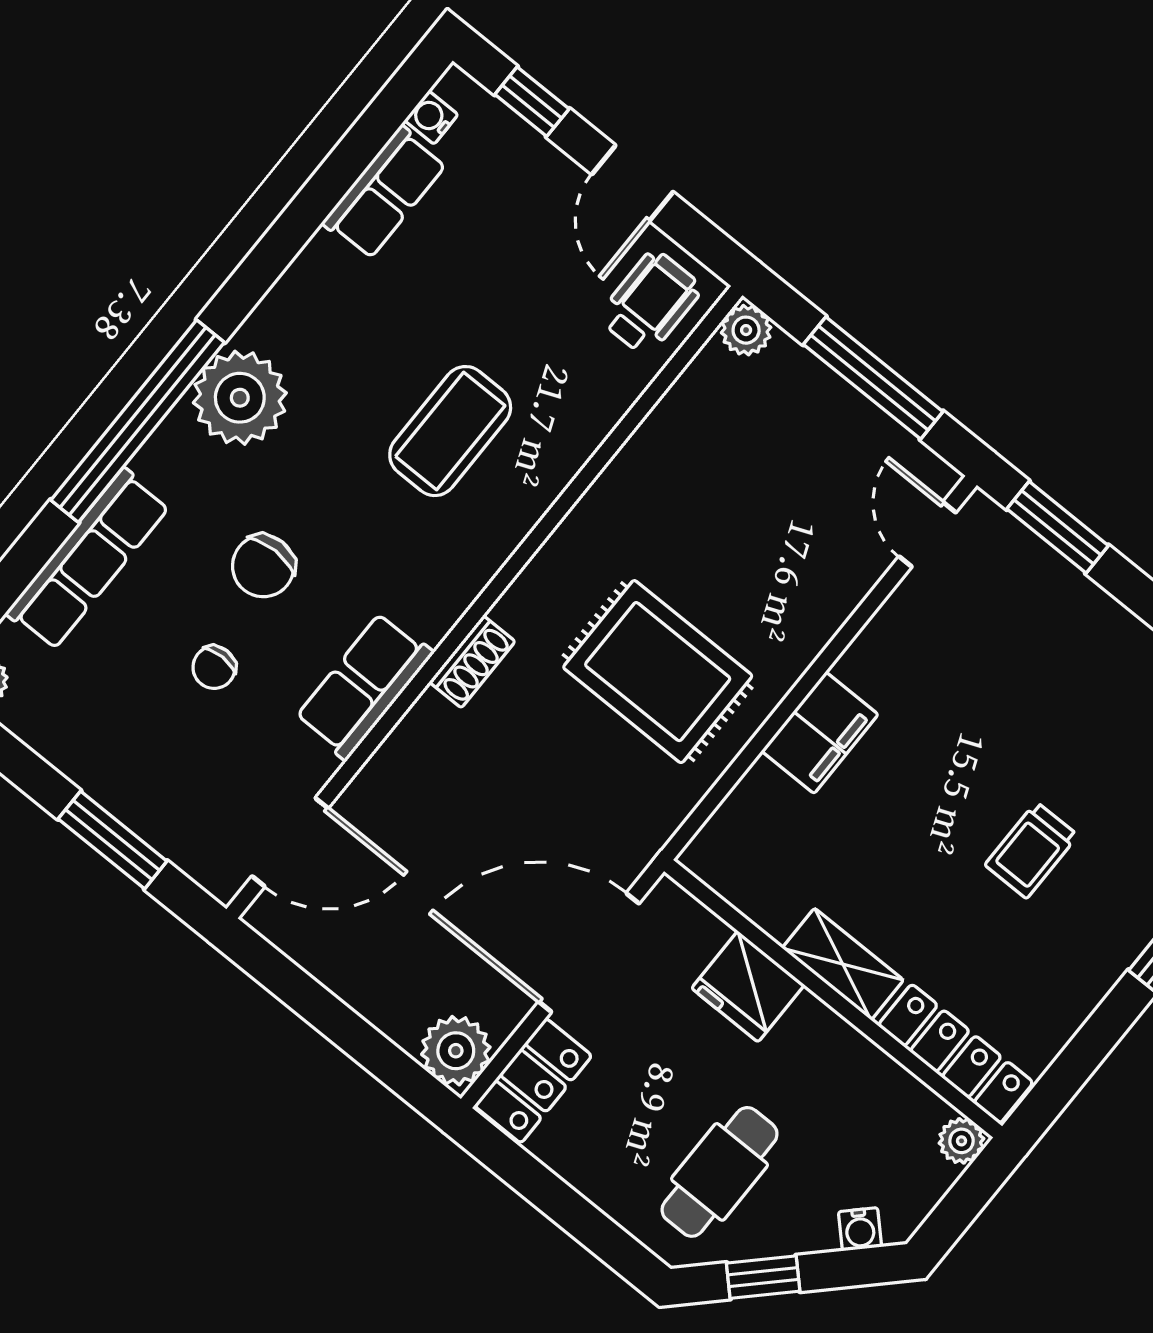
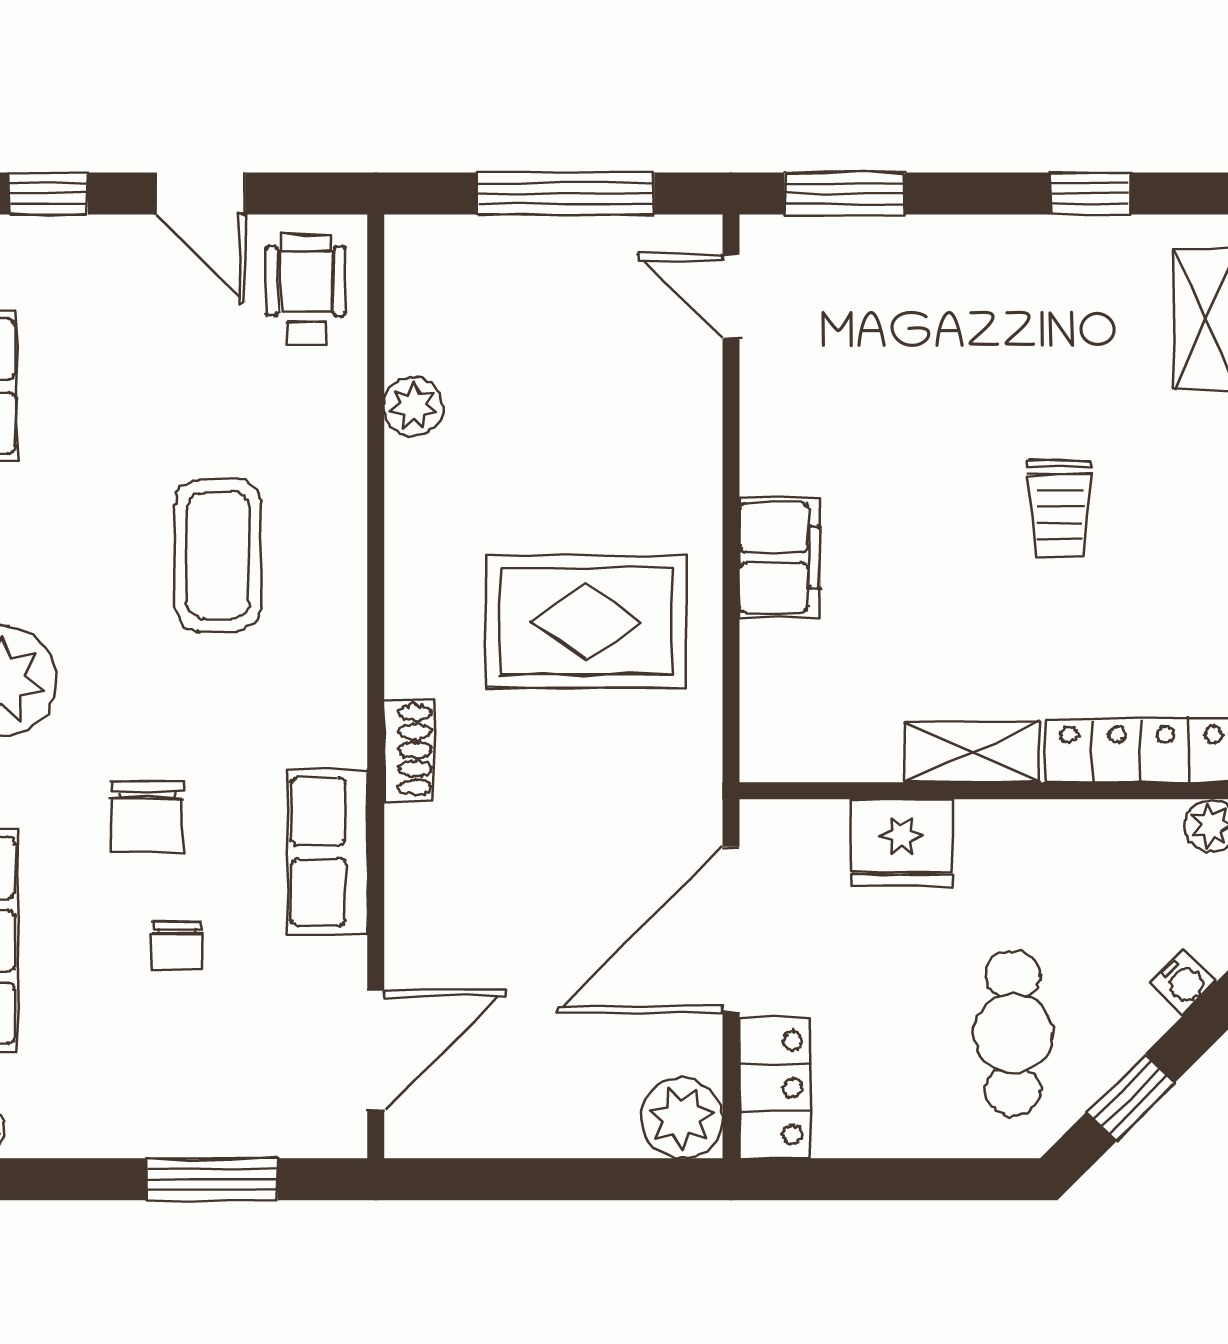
plant: (746, 330) -> (414, 406), moved

